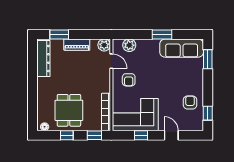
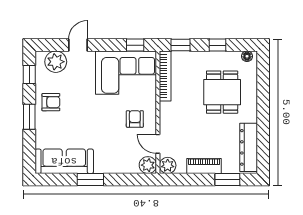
plant: (129, 45) -> (148, 165), moved
window: (208, 59) -> (29, 117), moved
armchair: (190, 102) -> (51, 102), moved, turned -90
dining table: (69, 110) -> (222, 92), moved
plant: (188, 123) -> (56, 62), added
window: (141, 135) -> (135, 45), moved
door: (171, 135) -> (78, 45), swing flipped

